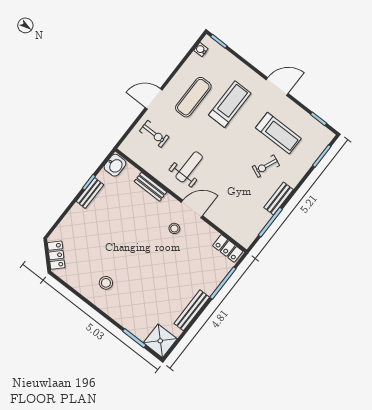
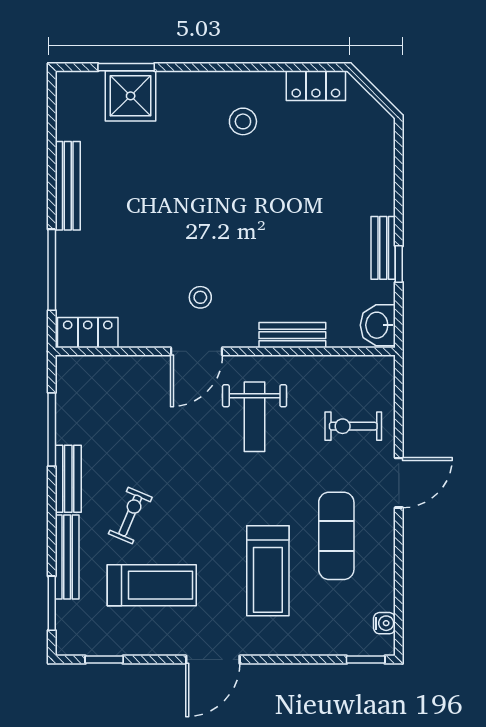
treadmill: (278, 133) -> (152, 585), turned 180
bench: (302, 169) -> (67, 557), added
locker: (56, 255) -> (316, 86), moved, turned -45
shower: (160, 341) -> (131, 96), moved

